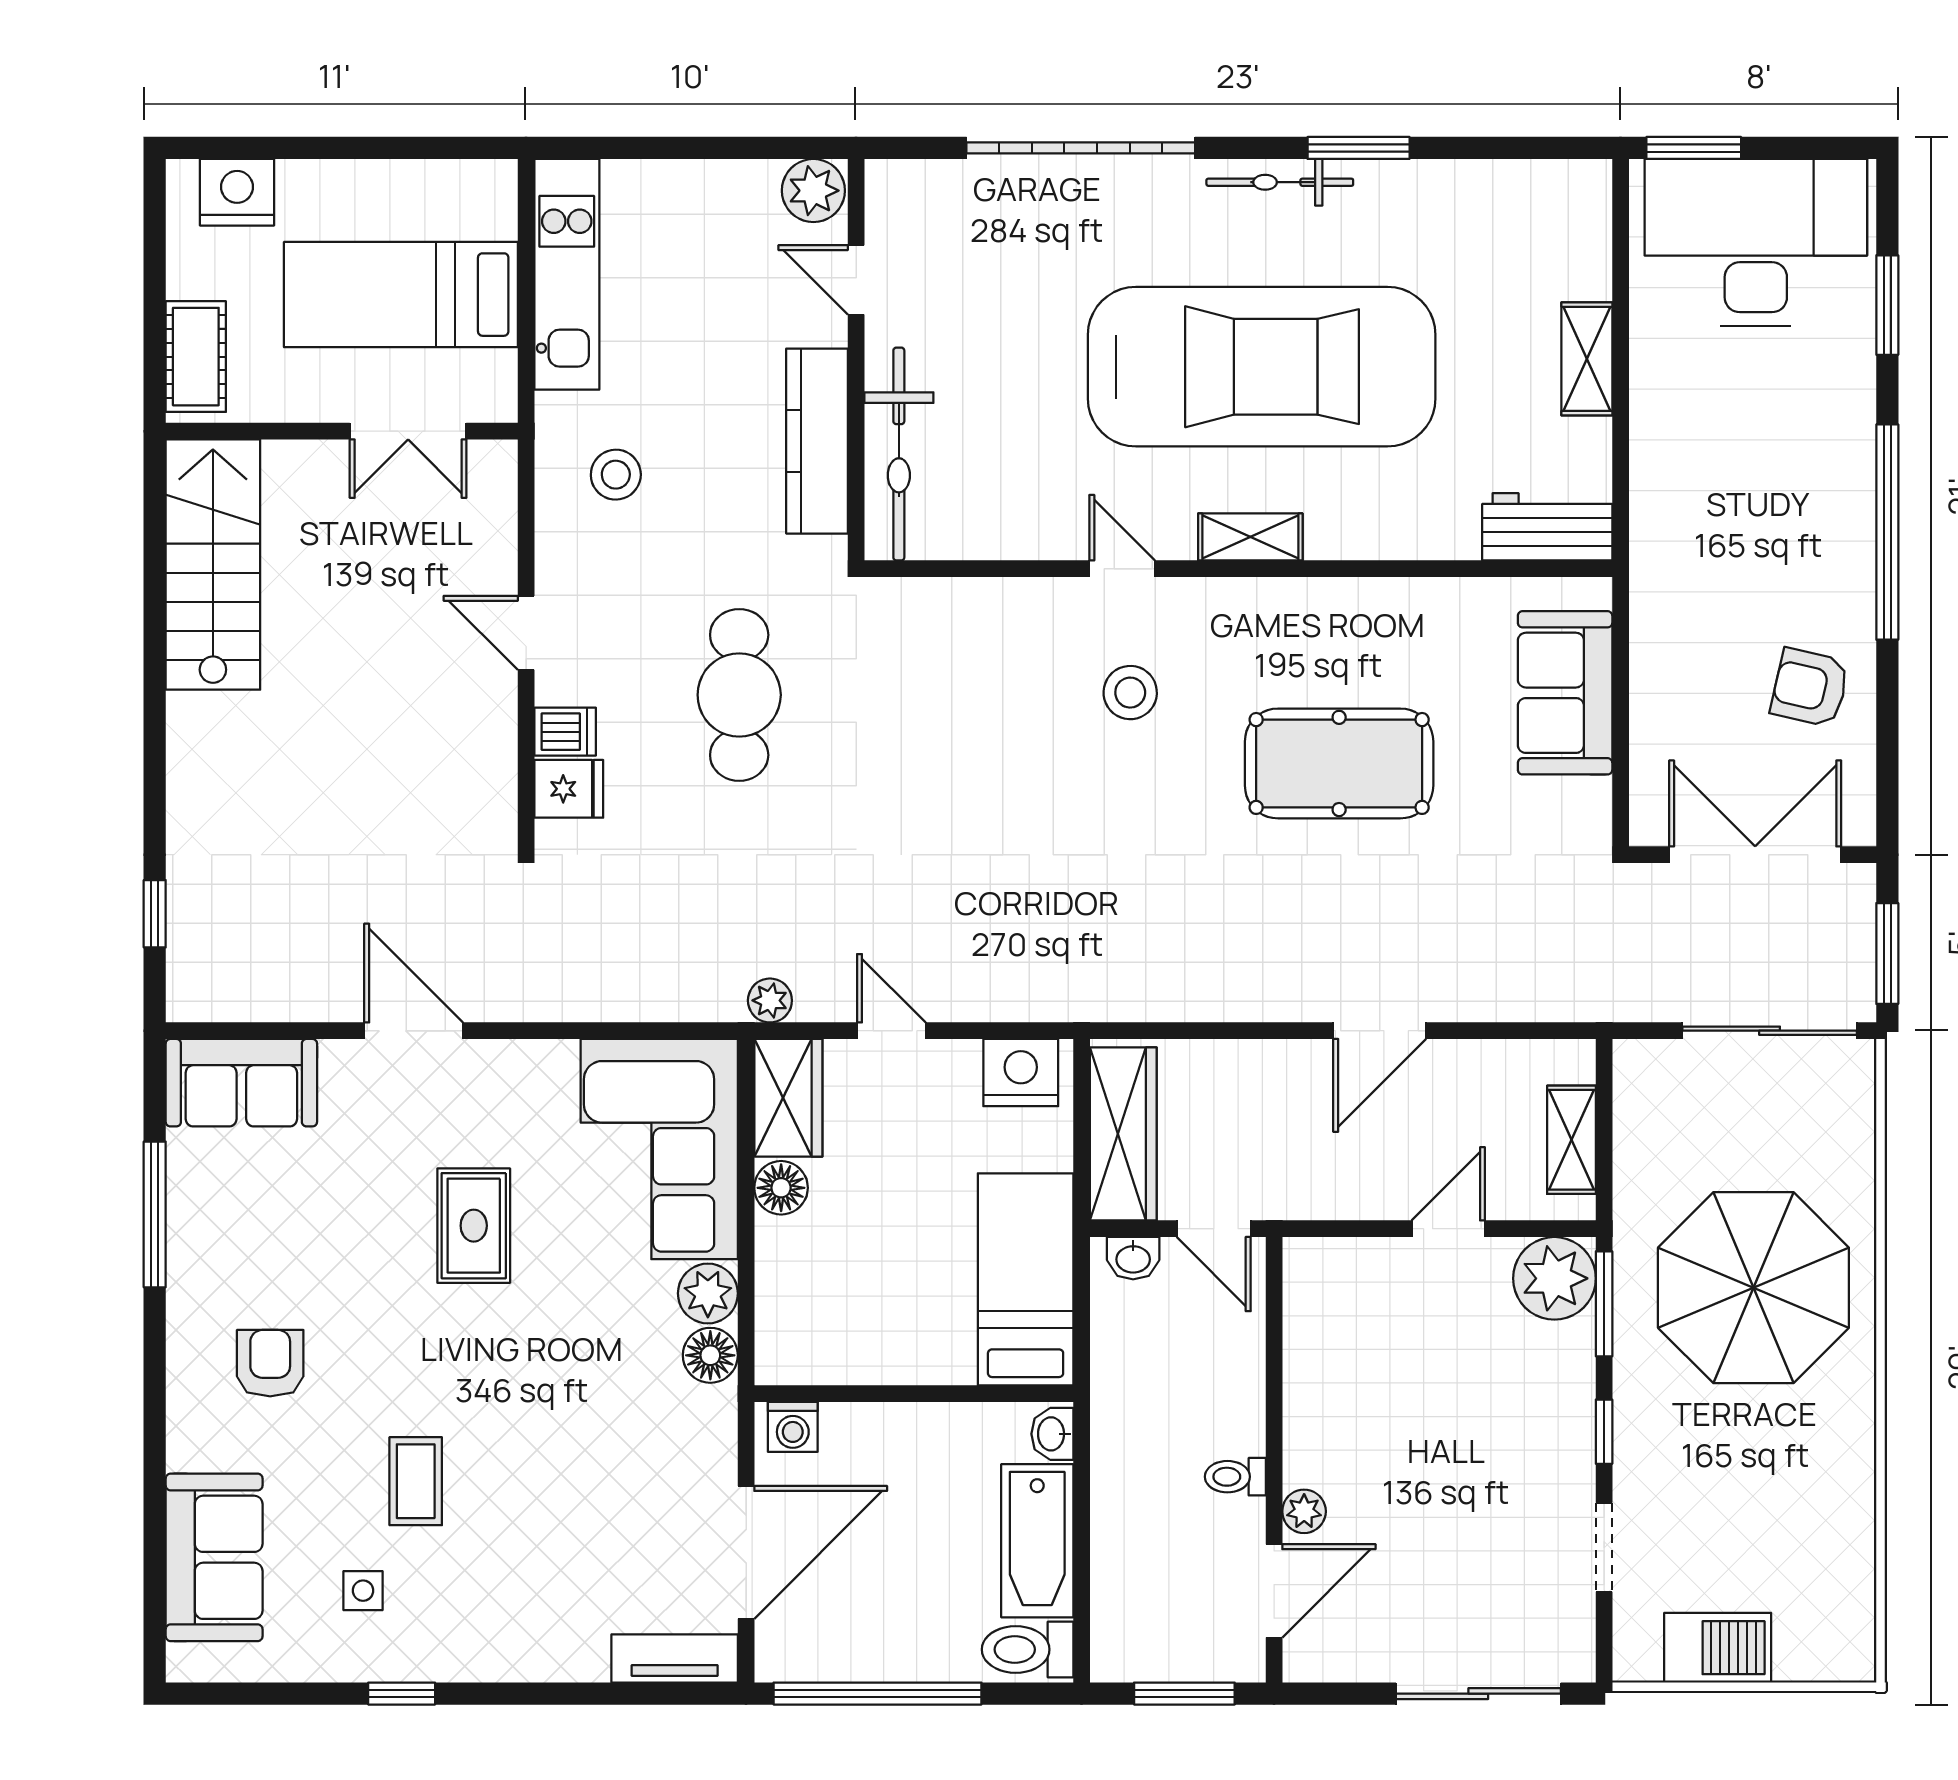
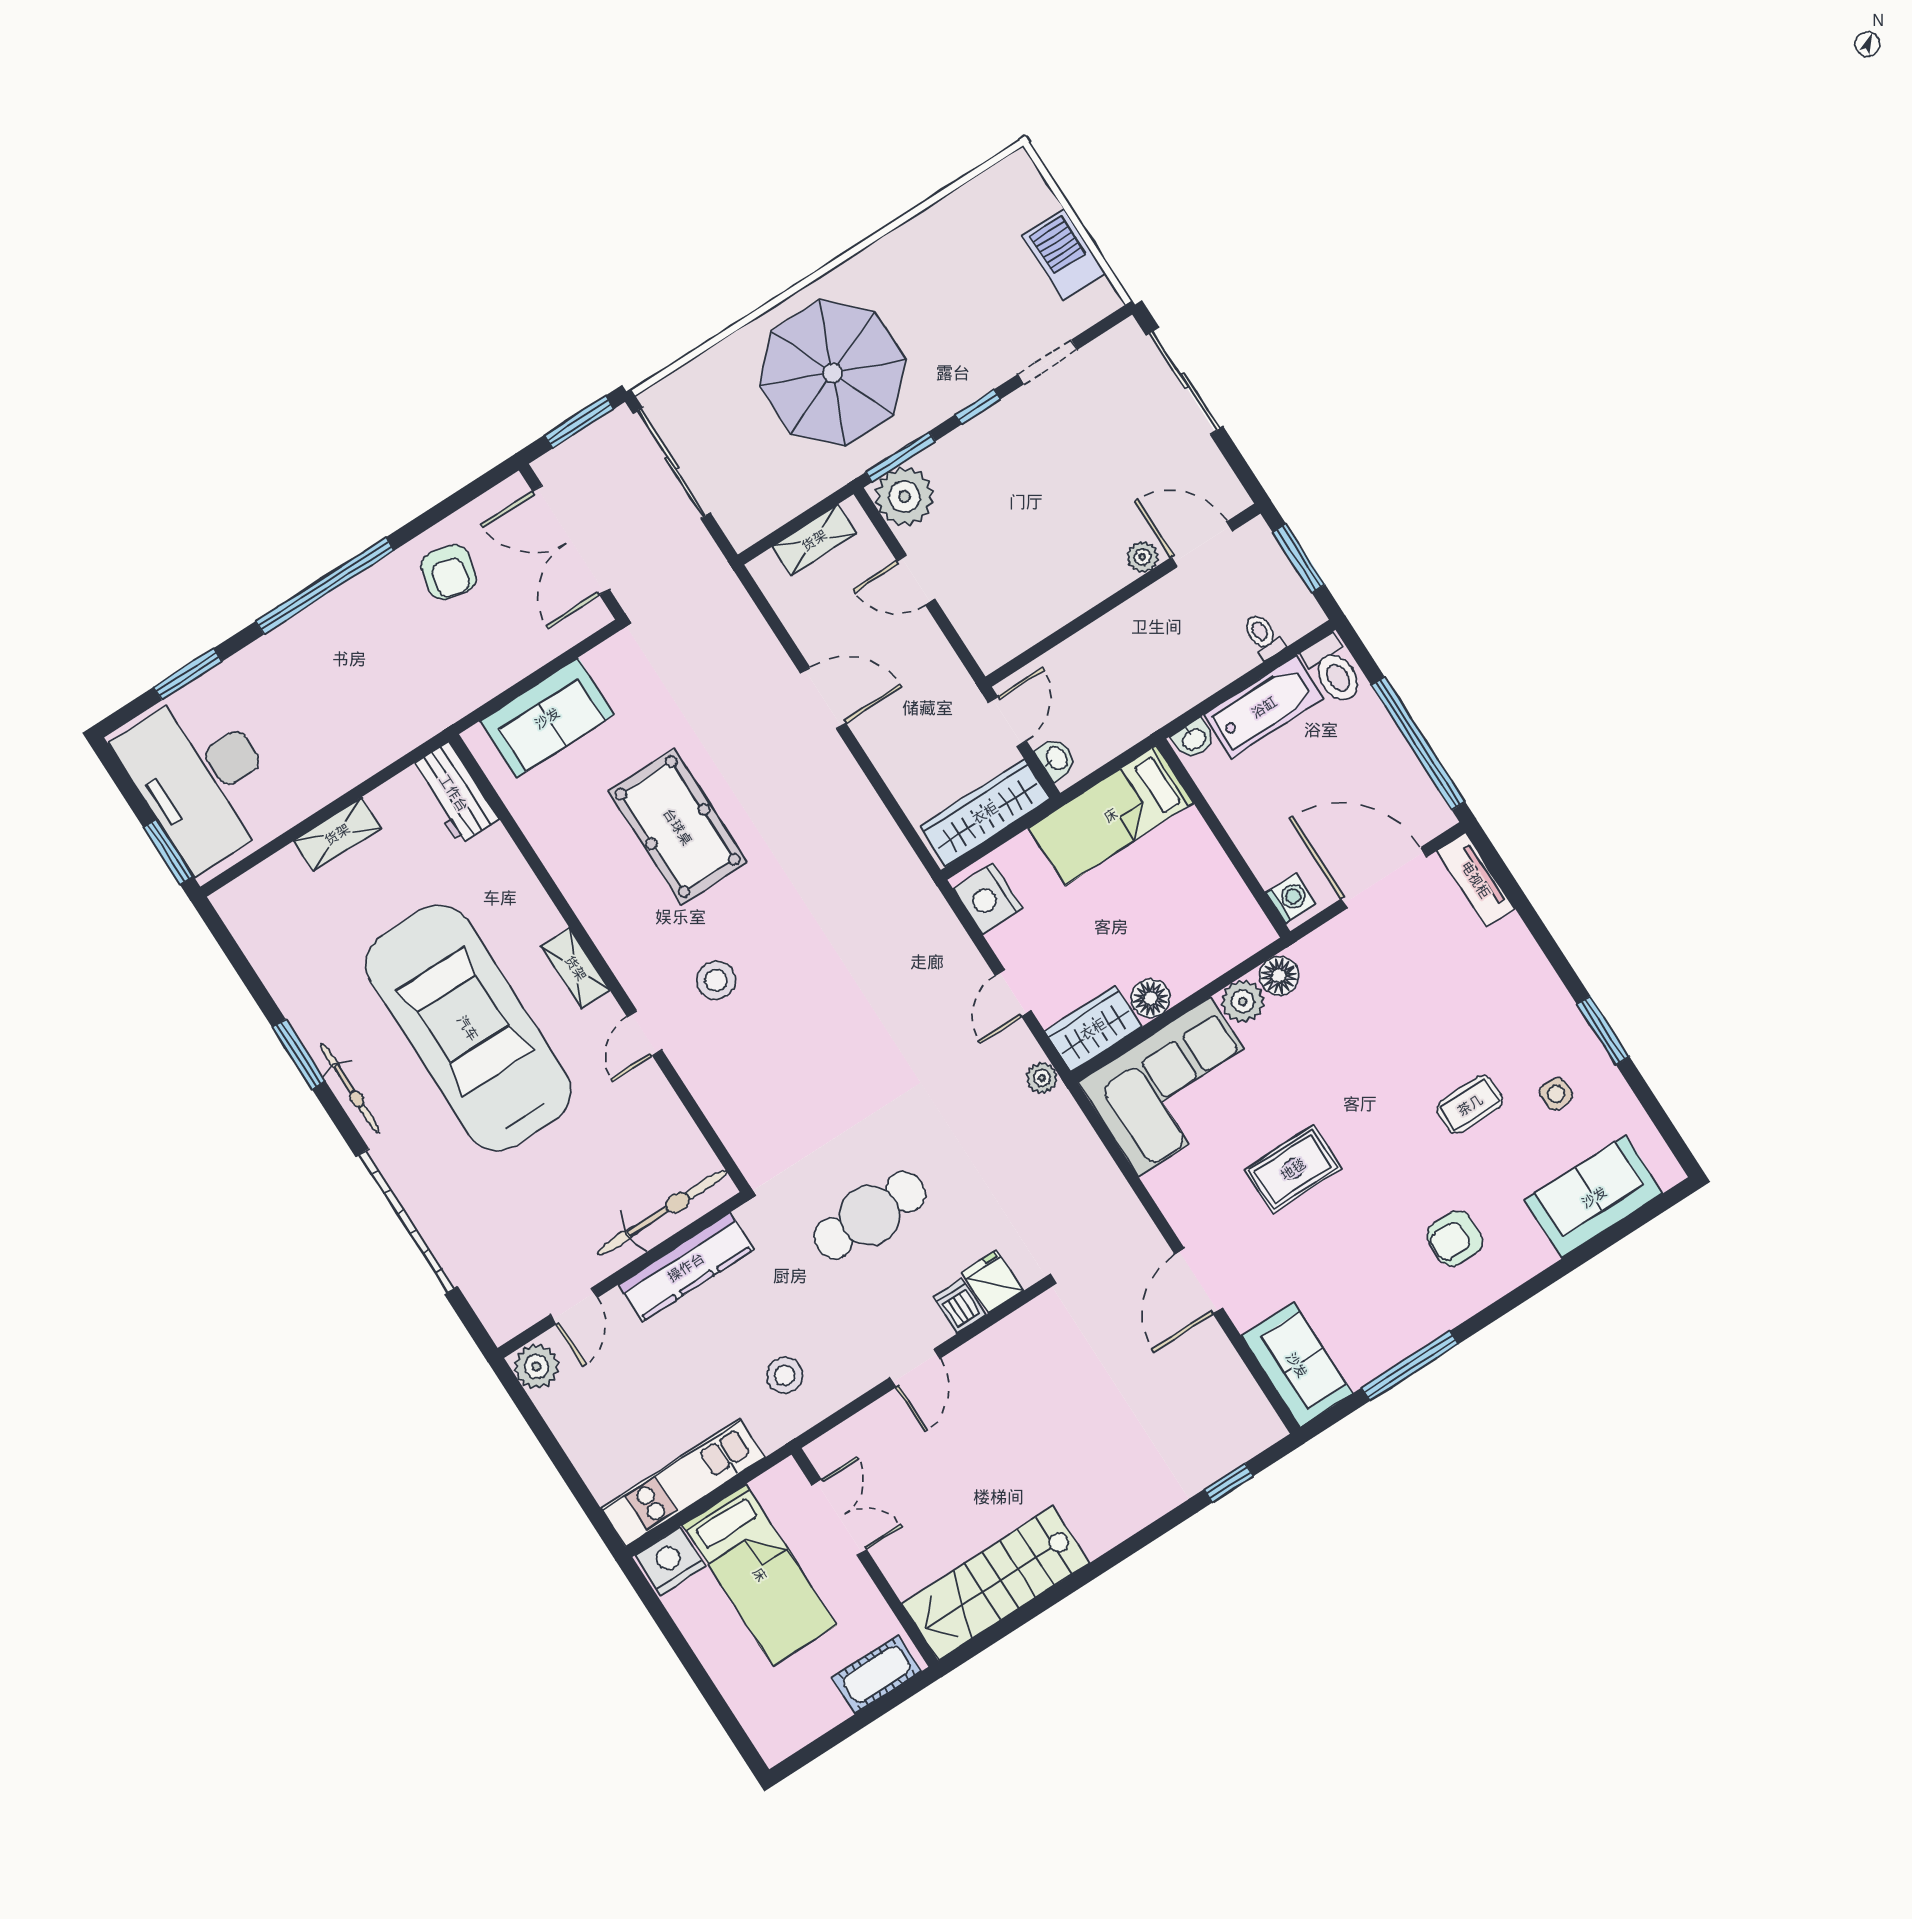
nightstand: (237, 192) -> (670, 1561), moved, turned 90
toilet: (1235, 1477) -> (1263, 636), moved, turned 180
window: (402, 1694) -> (1603, 1031), width x1.50

